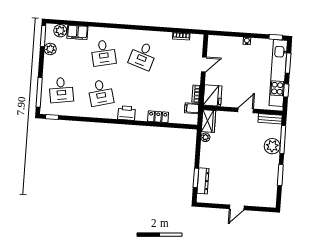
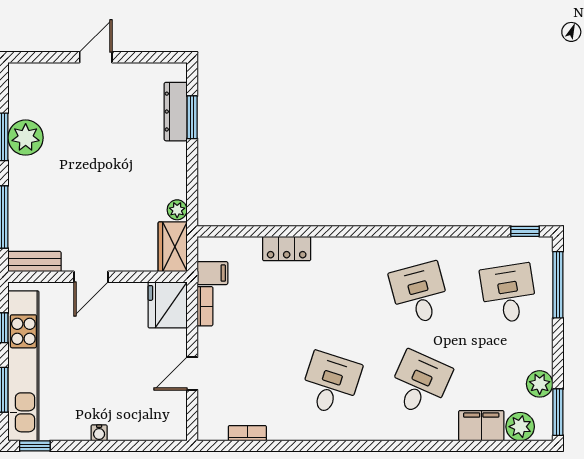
desk: (103, 53) -> (420, 384), turned 36
printer: (127, 113) -> (358, 252), removed
plant: (272, 146) -> (26, 138), moved

